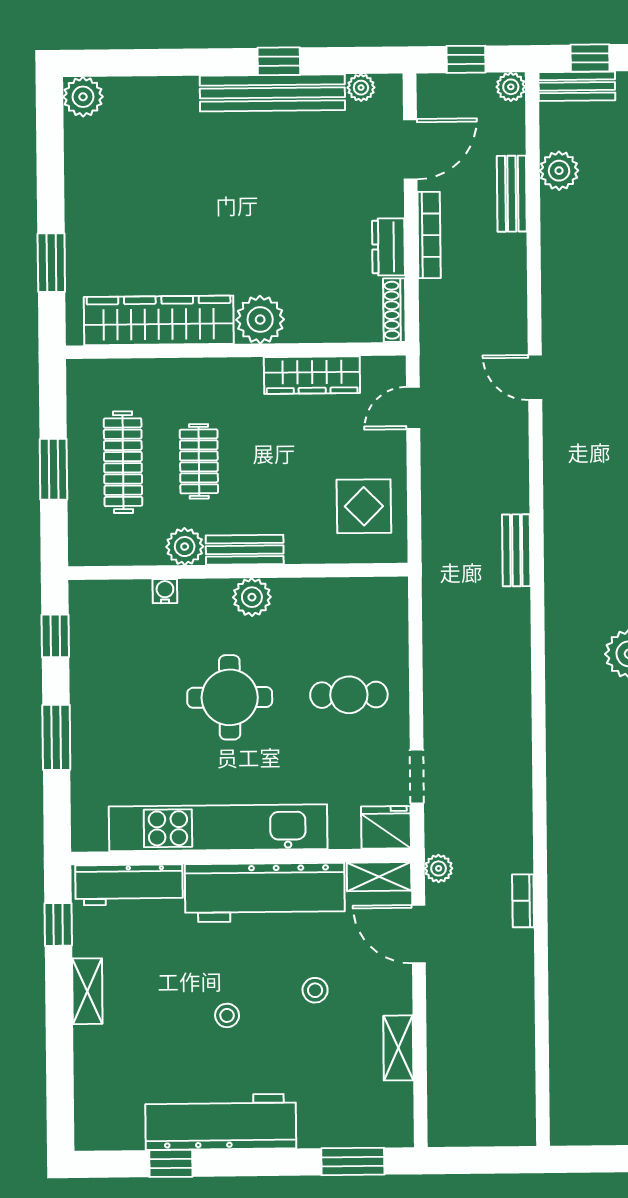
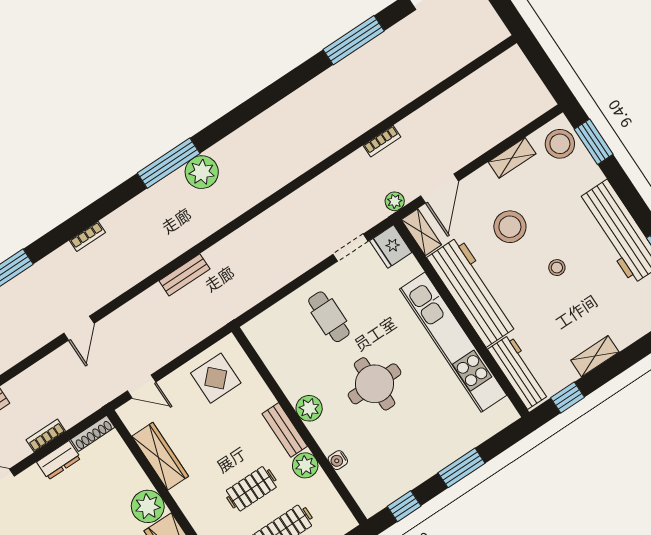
bookcase: (429, 235) -> (46, 435), width x0.64
stool: (315, 990) -> (510, 227), width x1.89, depth x1.89
stool: (377, 1118) -> (560, 144), added

